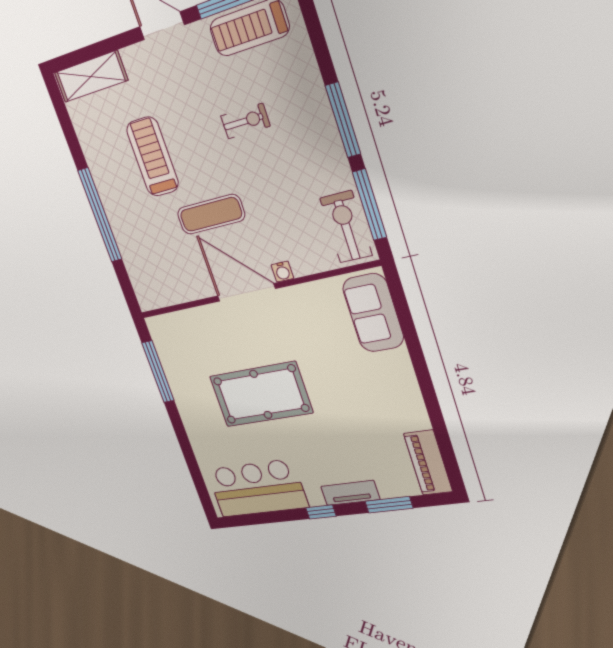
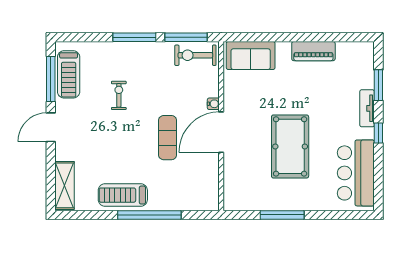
treadmill: (152, 157) -> (123, 195), moved
window: (158, 372) -> (282, 215), moved
piano: (428, 463) -> (313, 51), moved

